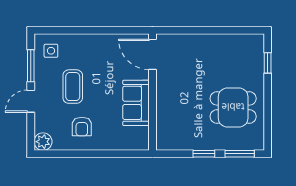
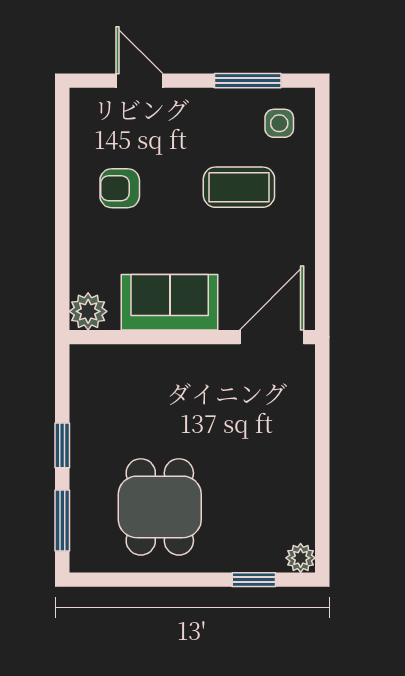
plant: (257, 41) -> (301, 558), added
coffee table: (73, 87) -> (239, 187), moved
door: (31, 101) -> (139, 81), moved
plant: (43, 142) -> (88, 311), moved

